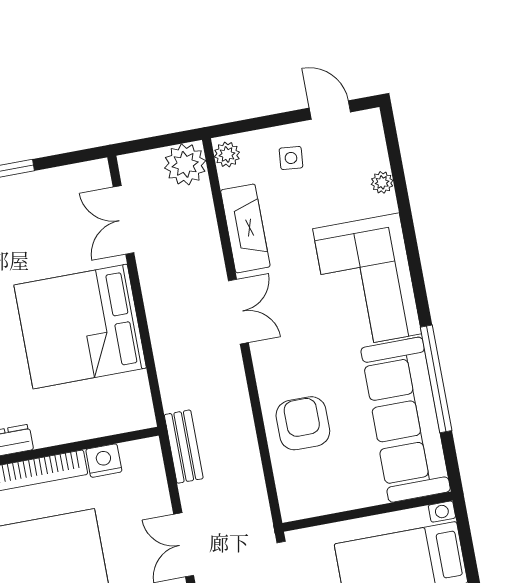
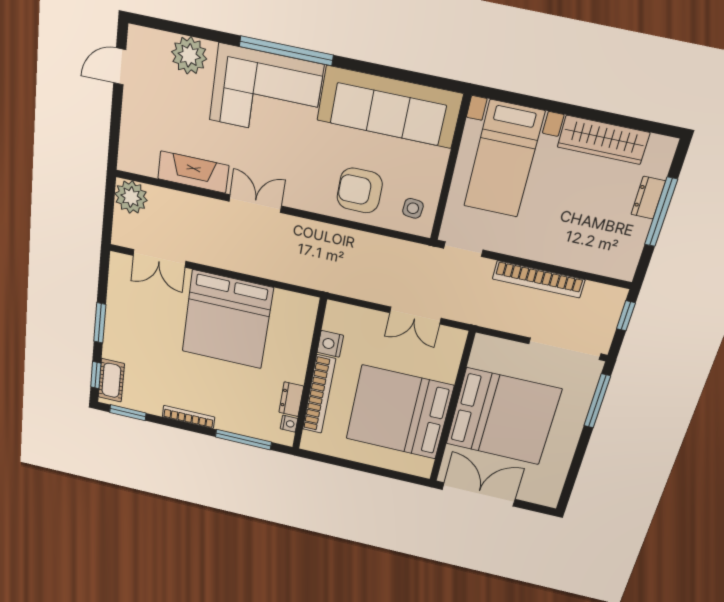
plant: (227, 154) -> (132, 163), removed
side table: (291, 158) -> (413, 208), moved
plant: (382, 182) -> (189, 55), width x1.88, depth x1.88
window: (436, 379) -> (286, 51), moved
bench: (184, 447) -> (342, 285), removed

